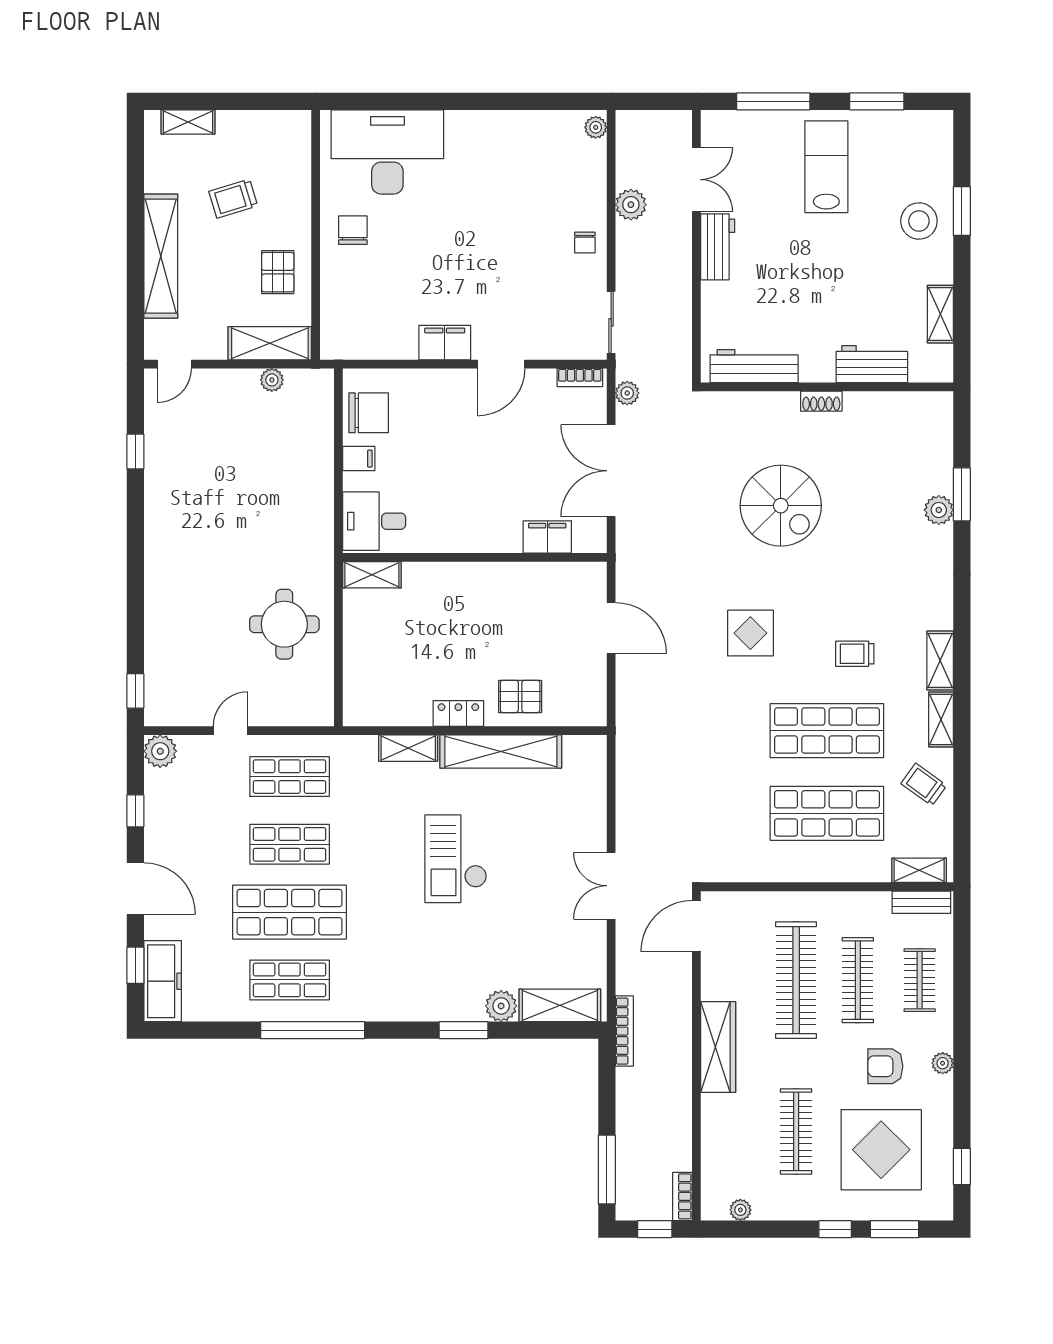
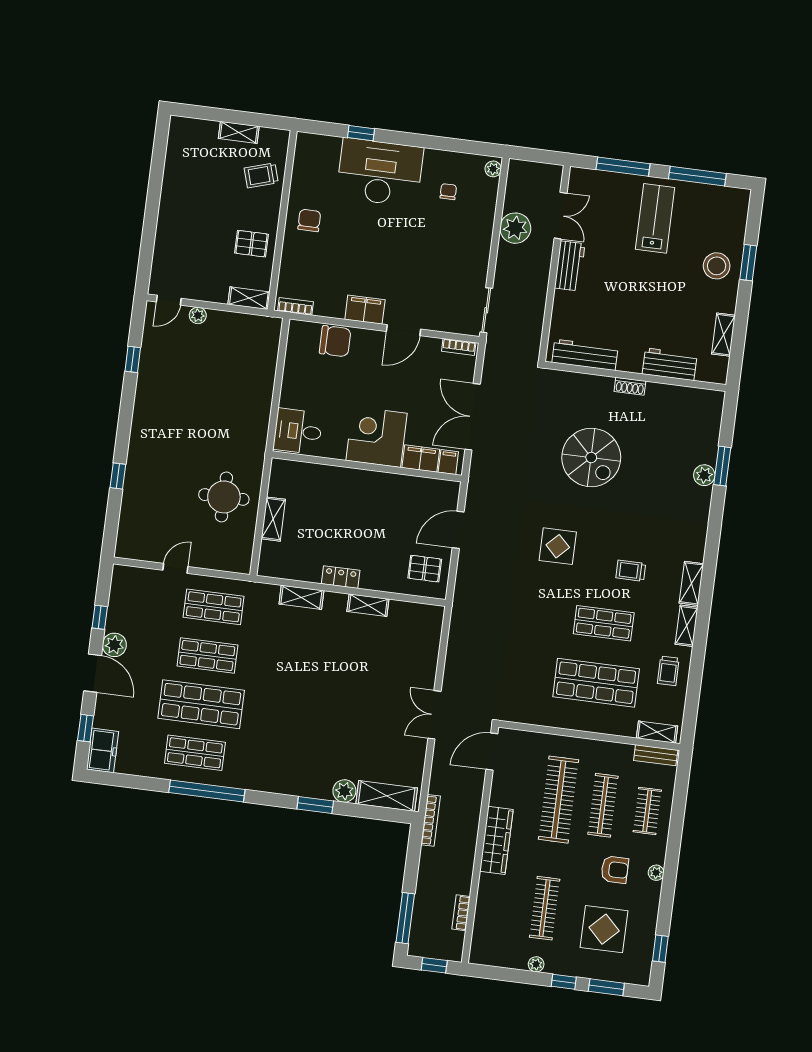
window: (408, 101) -> (361, 133), added
window: (877, 101) -> (697, 176), width x1.44
shelving: (188, 122) -> (239, 132), moved
desk: (387, 152) -> (380, 172), moved
trolley: (233, 199) -> (261, 175), moved
plant: (631, 205) -> (515, 228), width x1.36, depth x1.36
chair: (585, 243) -> (448, 192), moved, turned 180
shelving: (161, 256) -> (169, 221), removed
pallet: (278, 272) -> (252, 244), turned 90
shelving: (270, 343) -> (249, 298), width x0.67, depth x0.75
bookcase: (349, 350) -> (296, 306), added
plant: (272, 380) -> (198, 315), moved
plant: (627, 393) -> (491, 363), removed
chair: (369, 413) -> (335, 341), moved
filing cabinet: (359, 459) -> (448, 462), moved, turned -90
corner desk: (483, 515) -> (376, 437), added
shelving: (372, 575) -> (273, 519), moved, turned 90
door: (611, 628) -> (458, 530), swing flipped
window: (135, 691) -> (118, 476), moved
pallet: (520, 696) -> (425, 569), moved
shop shelf: (827, 731) -> (604, 623), width x0.70, depth x0.74
plant: (160, 751) -> (114, 645), moved
shelving: (501, 751) -> (368, 605), width x0.45, depth x0.75
trolley: (924, 785) -> (668, 671), turned -126
checkout: (456, 859) -> (325, 681), removed
freezer: (163, 981) -> (103, 750), width x0.71
armchair: (885, 1066) -> (615, 870), turned 180
display table: (881, 1150) -> (604, 929), width x0.73, depth x0.73
bookcase: (682, 1196) -> (461, 913), moved
plant: (740, 1210) -> (536, 964), moved

